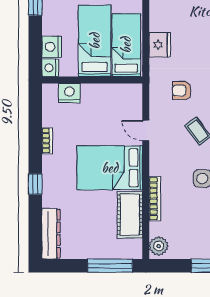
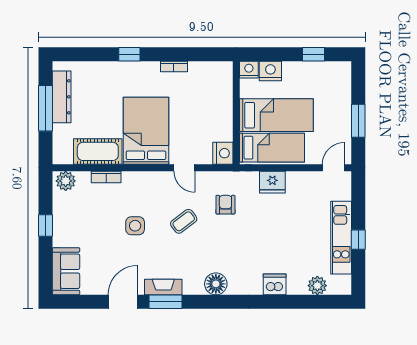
nightstand: (69, 93) -> (223, 153), moved
door: (146, 130) -> (184, 168), swing flipped
bookcase: (155, 199) -> (106, 177), width x0.64
dresser: (51, 234) -> (62, 97), moved, turned -90
window: (110, 266) -> (45, 108), moved

